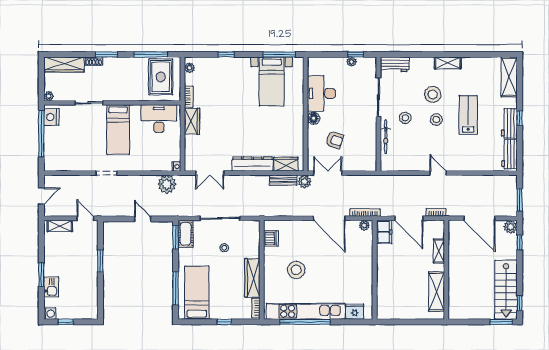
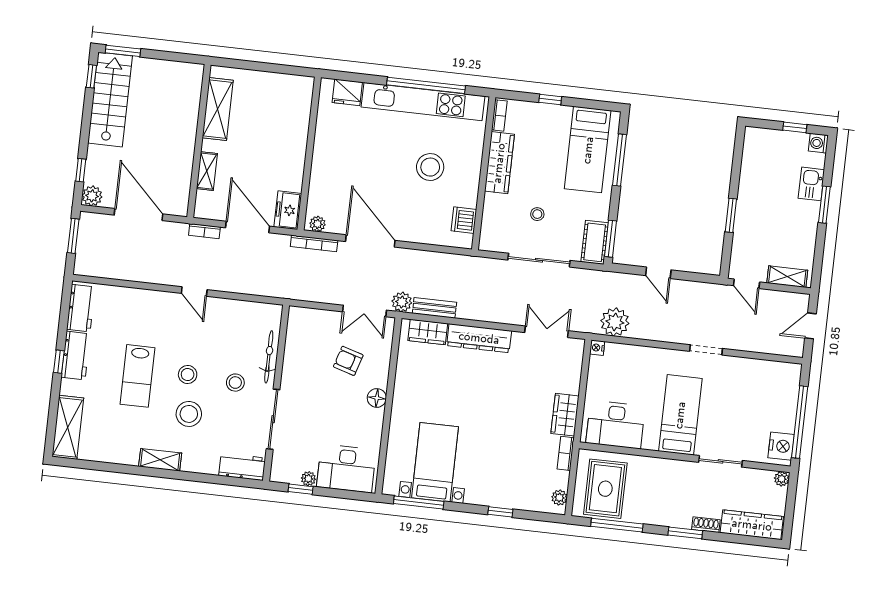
desk: (321, 93) -> (346, 469), moved, turned 90

